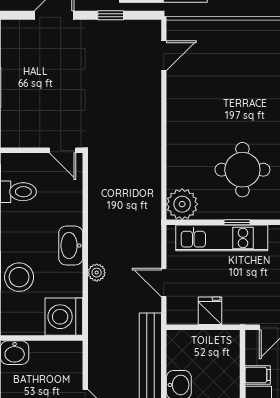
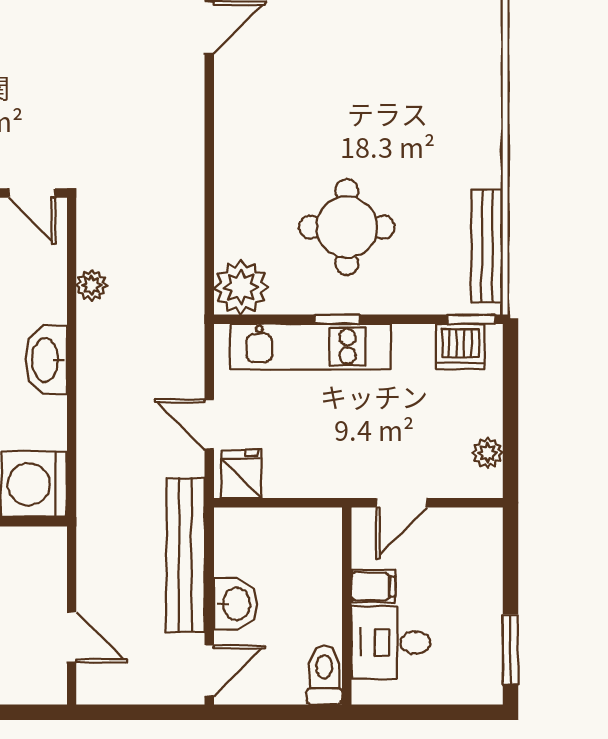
plant: (97, 273) -> (91, 285), moved
fridge: (210, 311) -> (241, 474), moved

